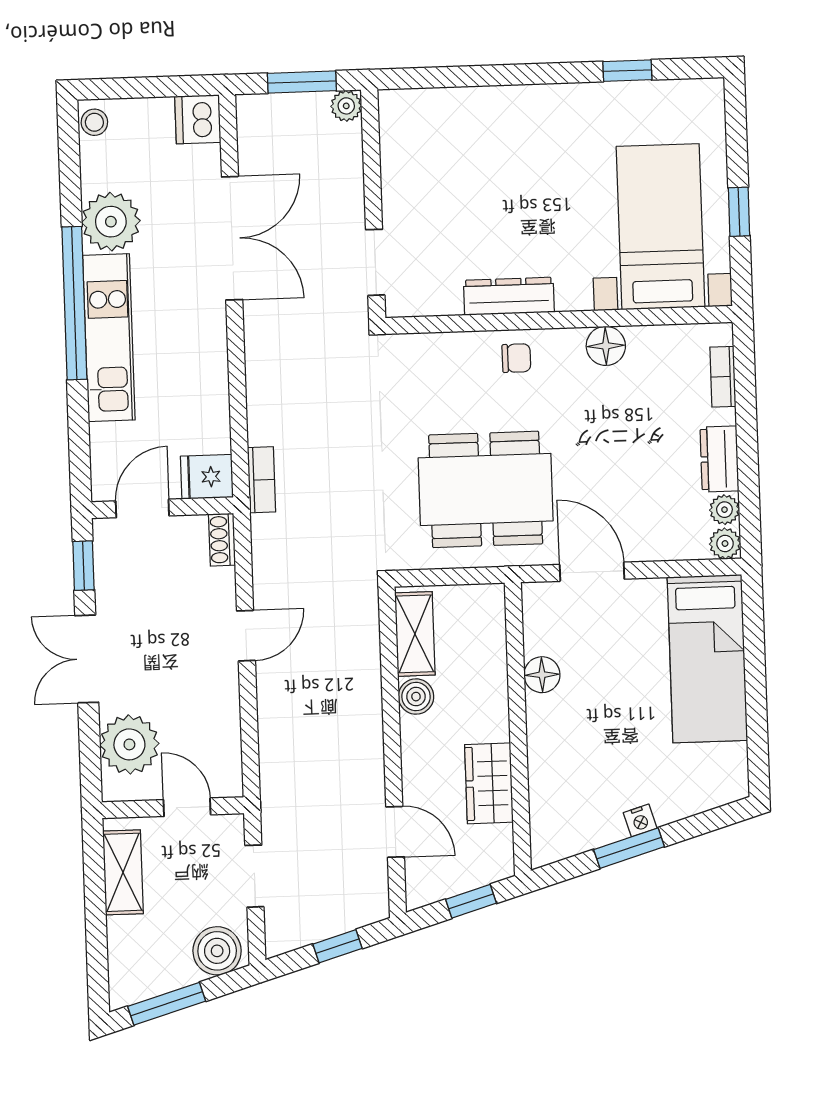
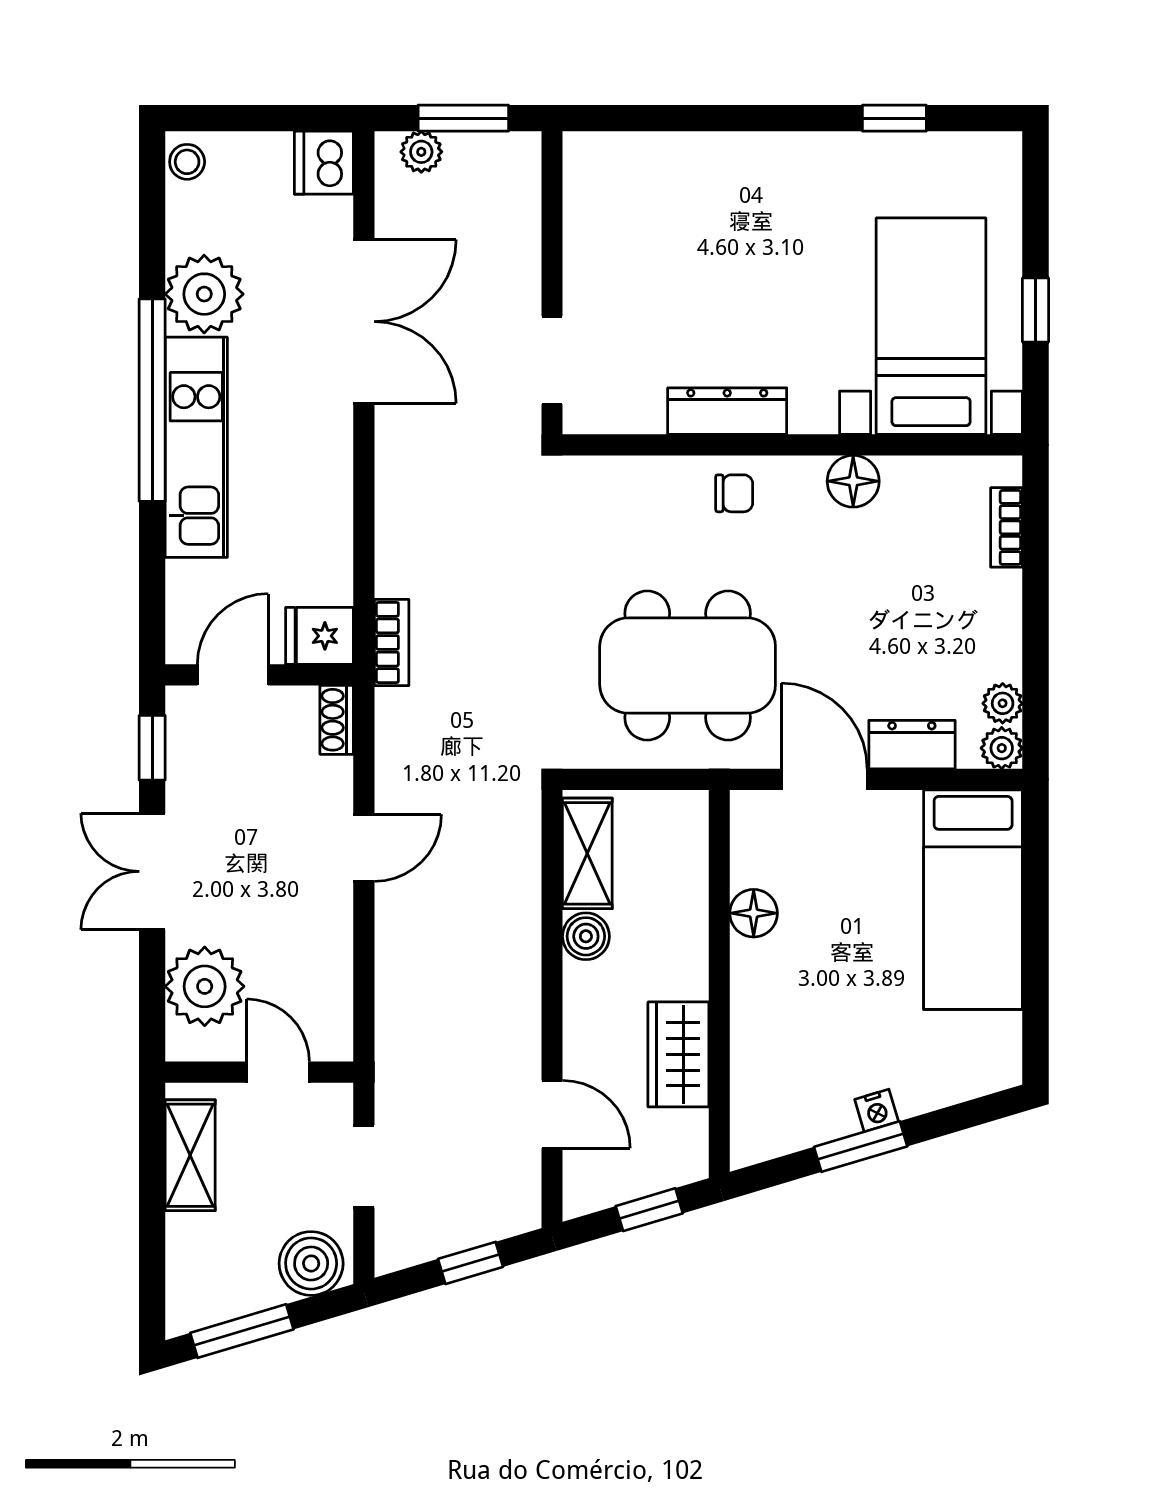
plant: (346, 106) -> (421, 152), moved
dresser: (719, 459) -> (912, 745), moved, turned 90

